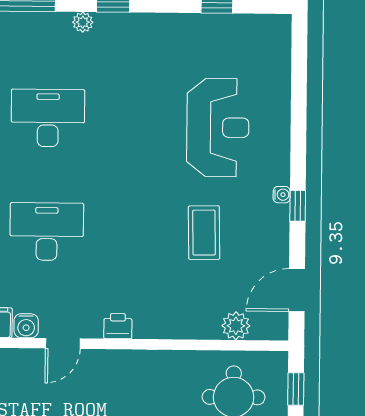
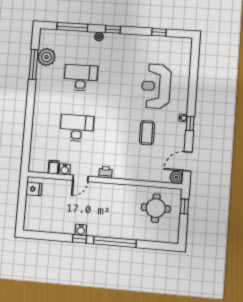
reception desk: (218, 127) -> (156, 86), turned 180
plant: (236, 326) -> (176, 177), moved

